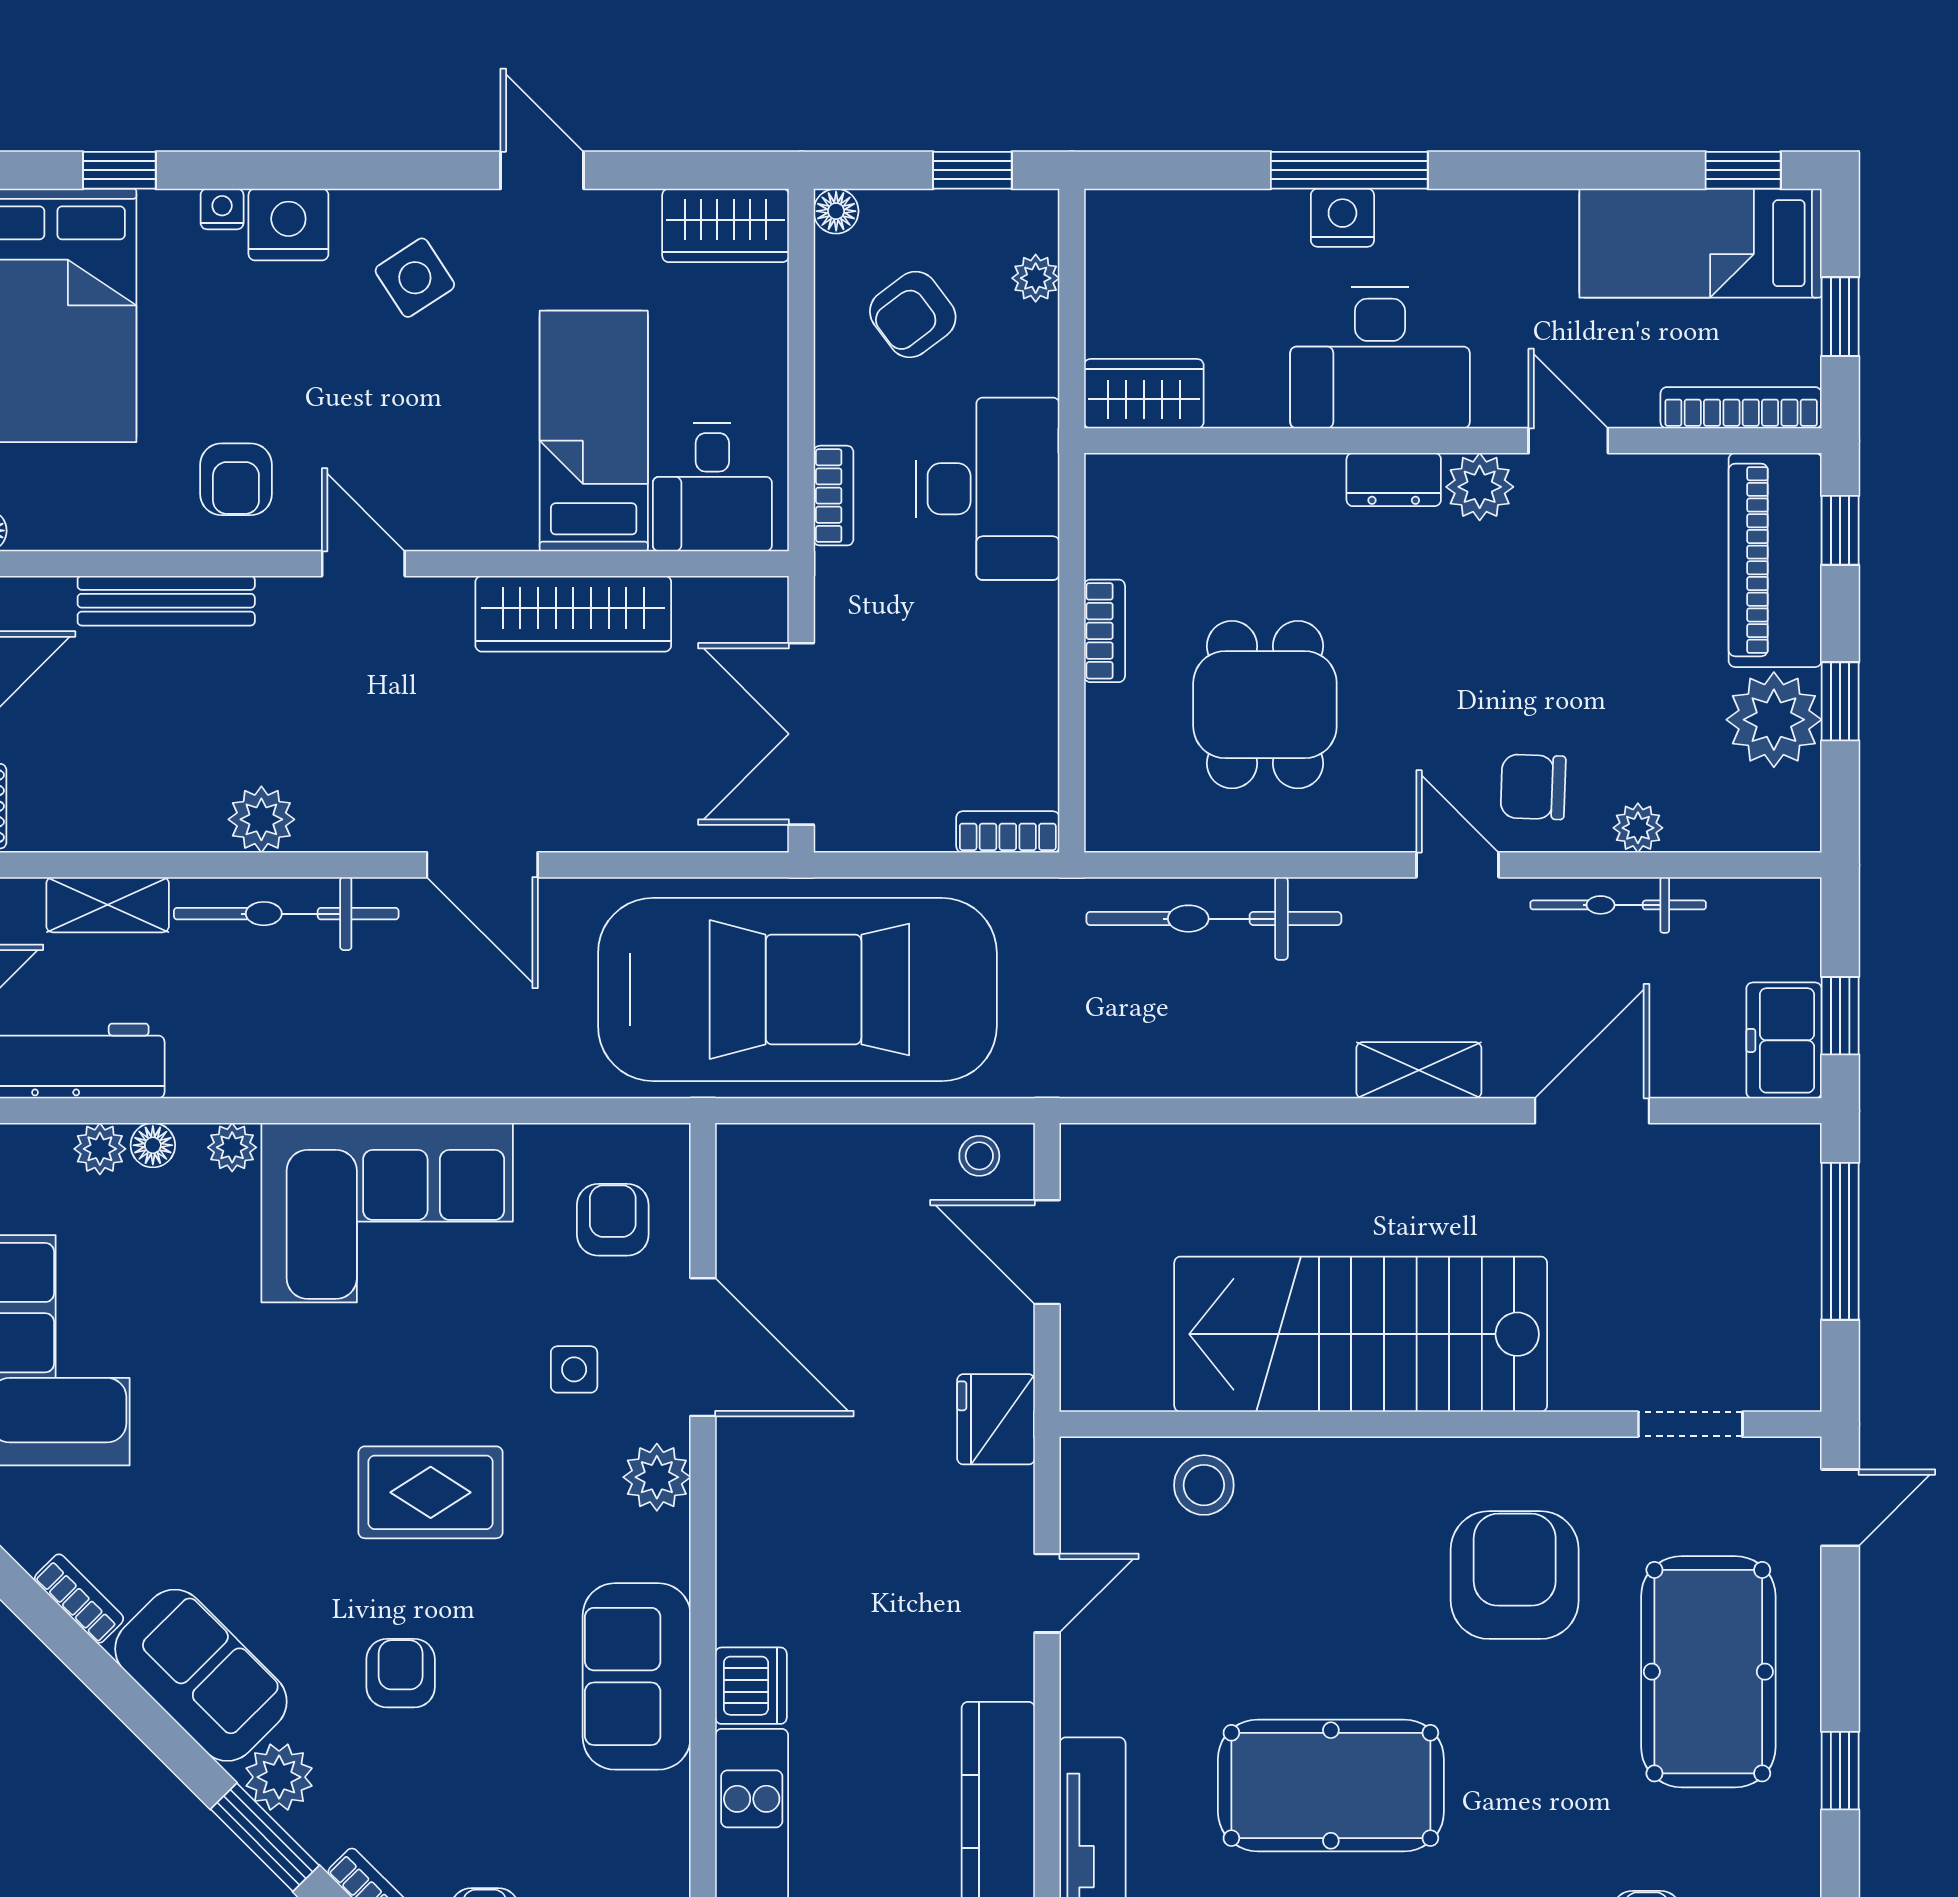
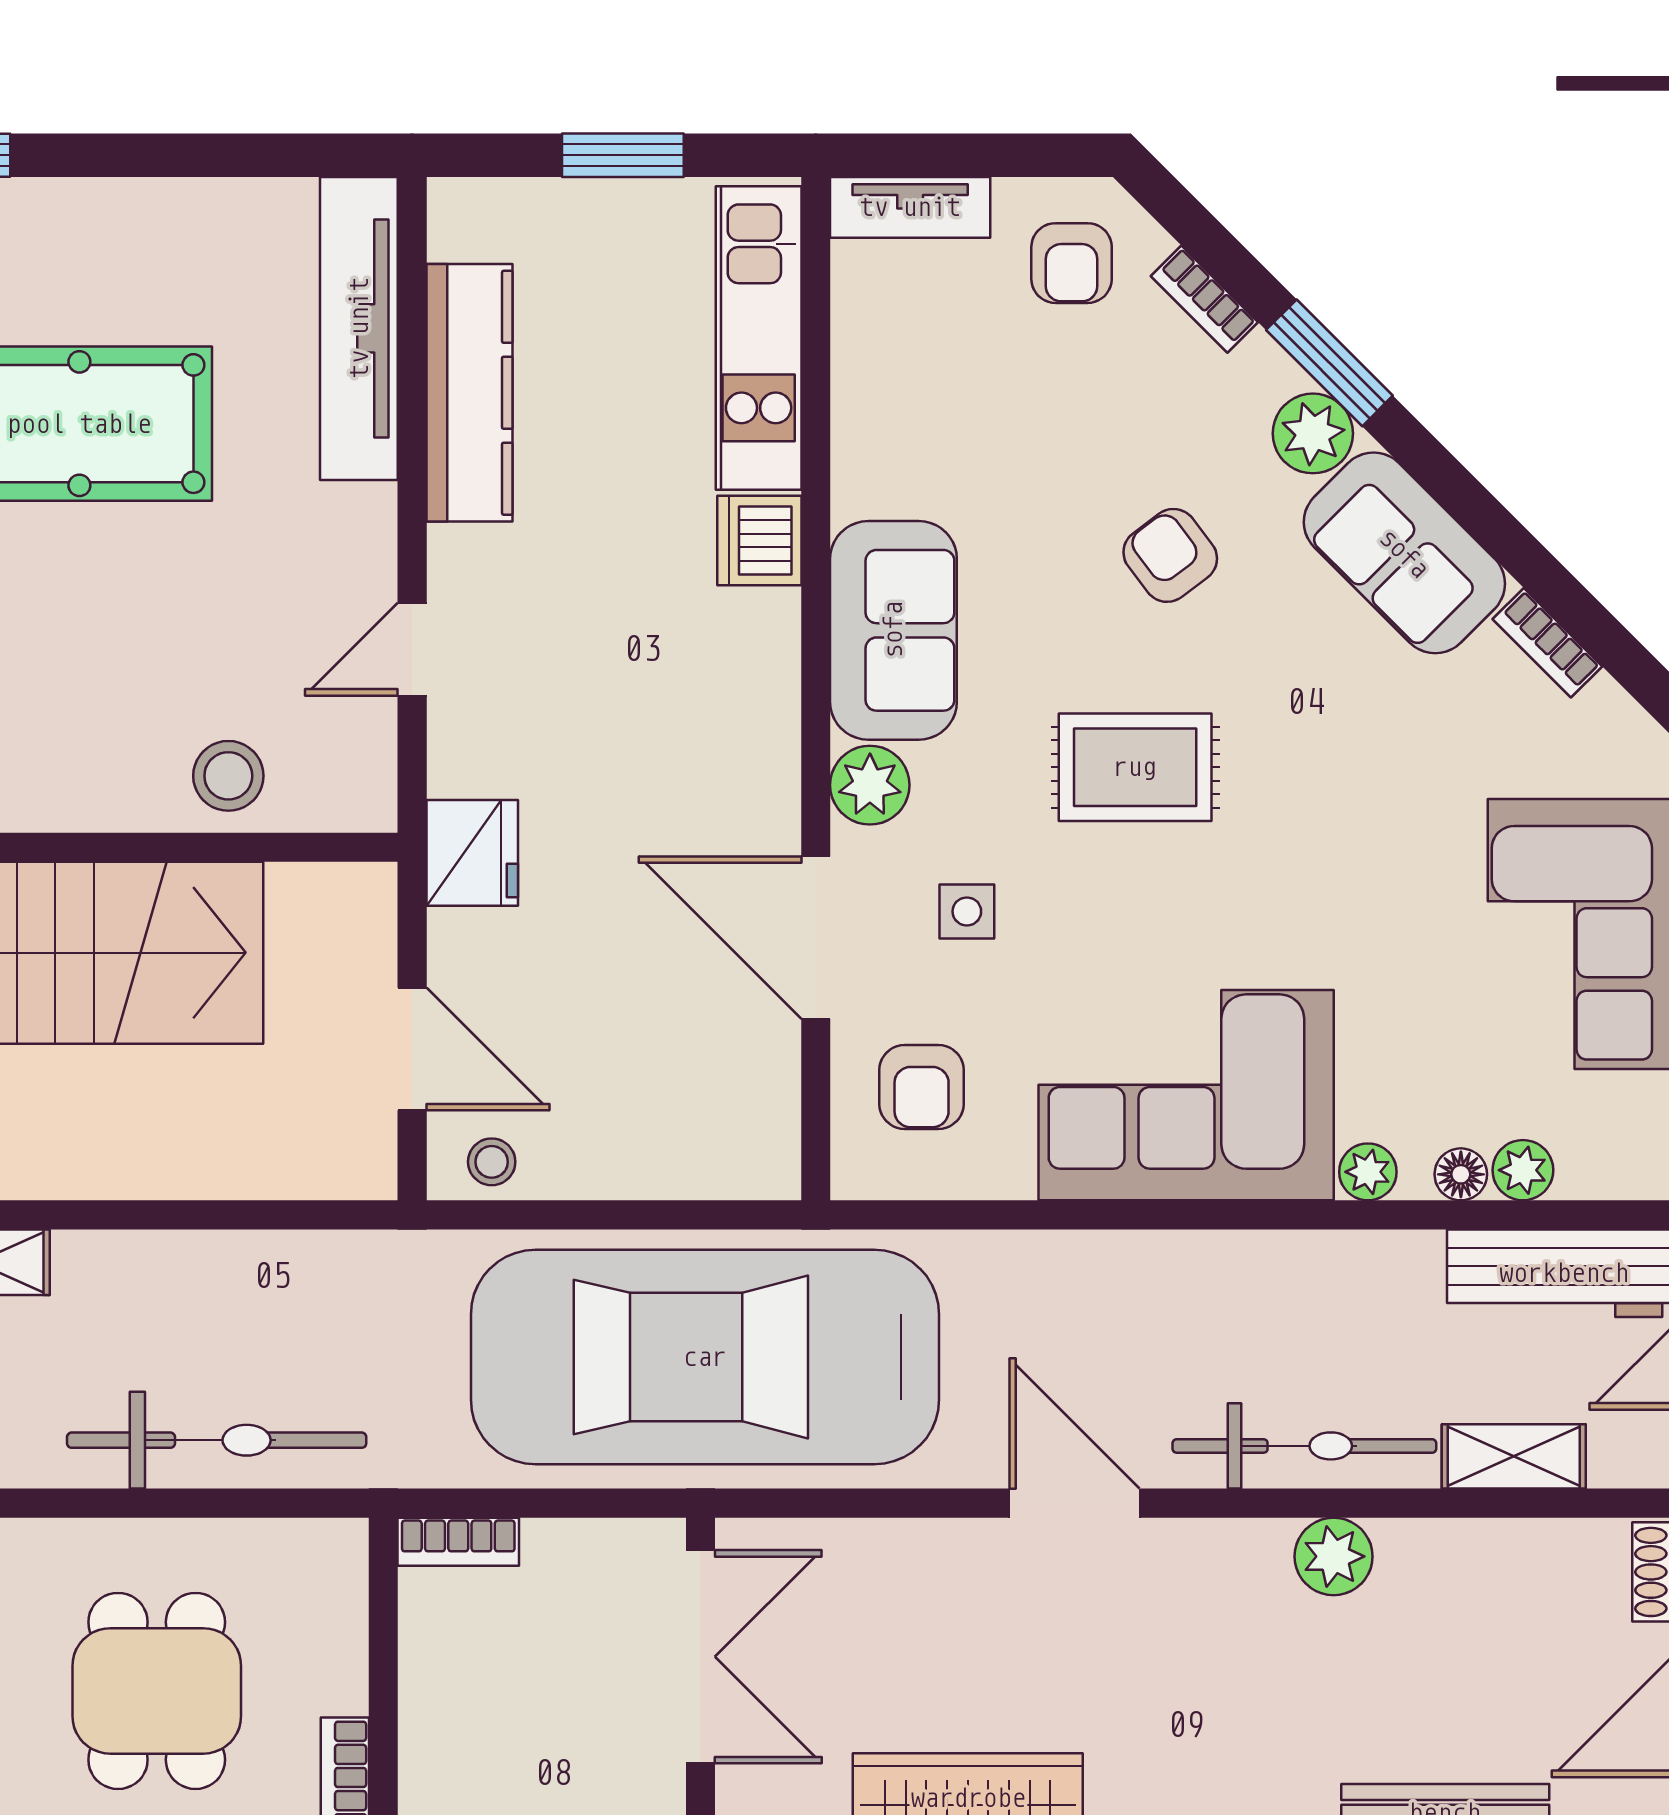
armchair: (401, 1673) -> (1170, 555), turned 143
sofa: (637, 1676) -> (893, 630), moved

